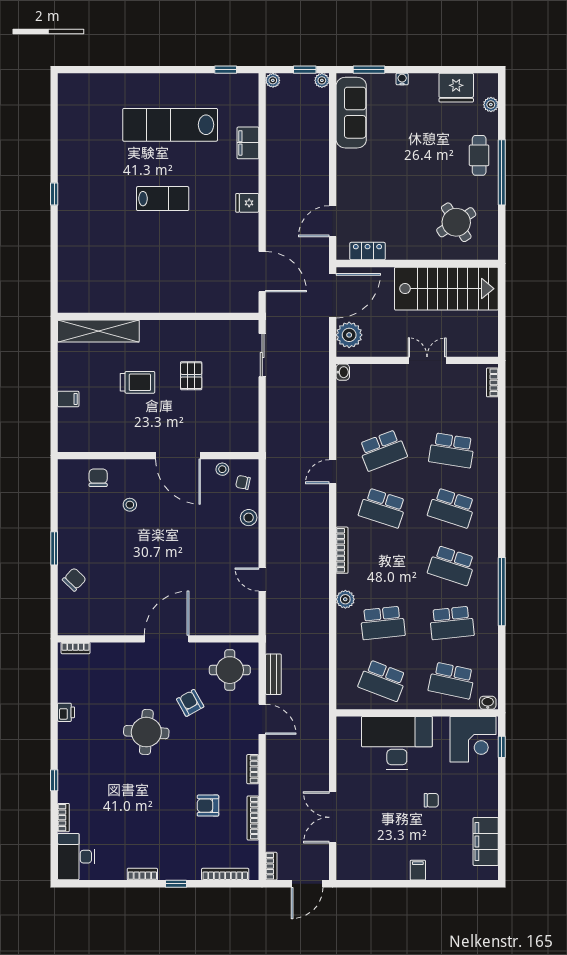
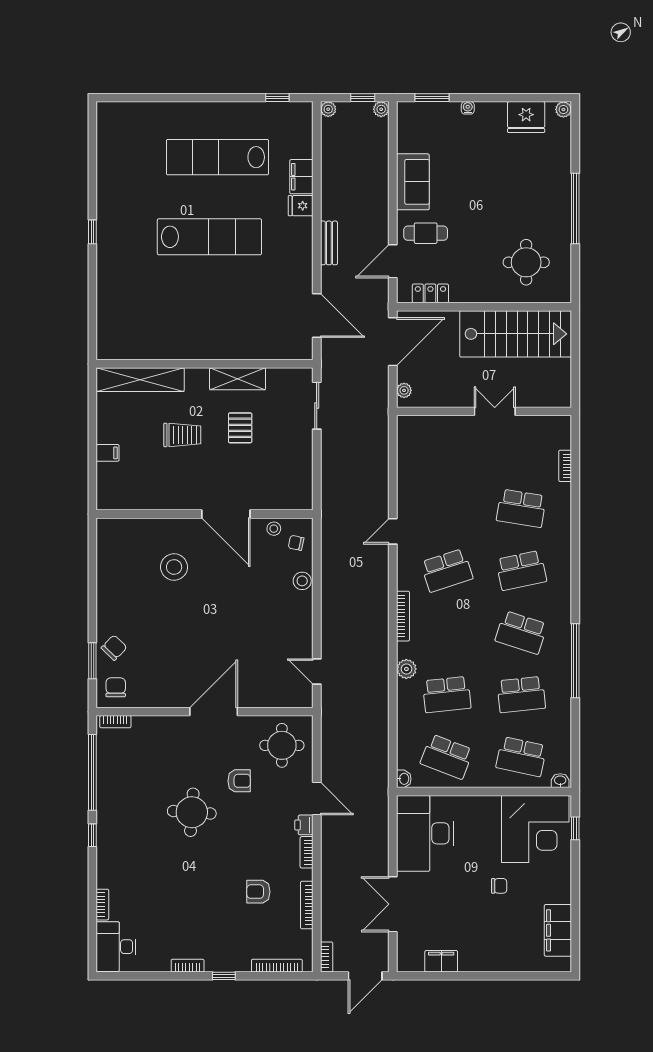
plant: (491, 105) -> (563, 109), moved
sofa: (351, 113) -> (413, 182), moved, width x0.73
cafe table: (479, 155) -> (426, 233), moved, turned 90
lab bench: (163, 199) -> (209, 237), width x1.86, depth x1.39
fridge: (247, 203) -> (301, 206), moved
round table: (456, 222) -> (526, 262), turned 33
shelving: (189, 330) -> (238, 379), added
plant: (349, 335) -> (404, 390), width x0.53, depth x0.53
washbasin: (343, 372) -> (404, 779), moved
bookcase: (492, 382) -> (565, 466), moved
school desk: (383, 450) -> (447, 508), removed
chair: (98, 478) -> (116, 687), moved
stool: (130, 505) -> (174, 567), width x1.89, depth x1.89
school desk: (383, 508) -> (447, 570), turned -36
school desk: (452, 508) -> (521, 570), turned -30
window: (54, 548) -> (92, 661), moved
door: (262, 579) -> (317, 671), moved
bench: (273, 674) -> (329, 243), moved
window: (54, 695) -> (92, 772), added
armchair: (190, 703) -> (239, 781), turned 119
printer: (66, 712) -> (304, 825), moved, turned 180
corner desk: (473, 739) -> (535, 829), width x1.36, depth x1.36
desk: (397, 743) -> (425, 833), moved, turned -90
window: (54, 780) -> (92, 835), moved
filing cabinet: (418, 870) -> (441, 961), moved, width x2.00

